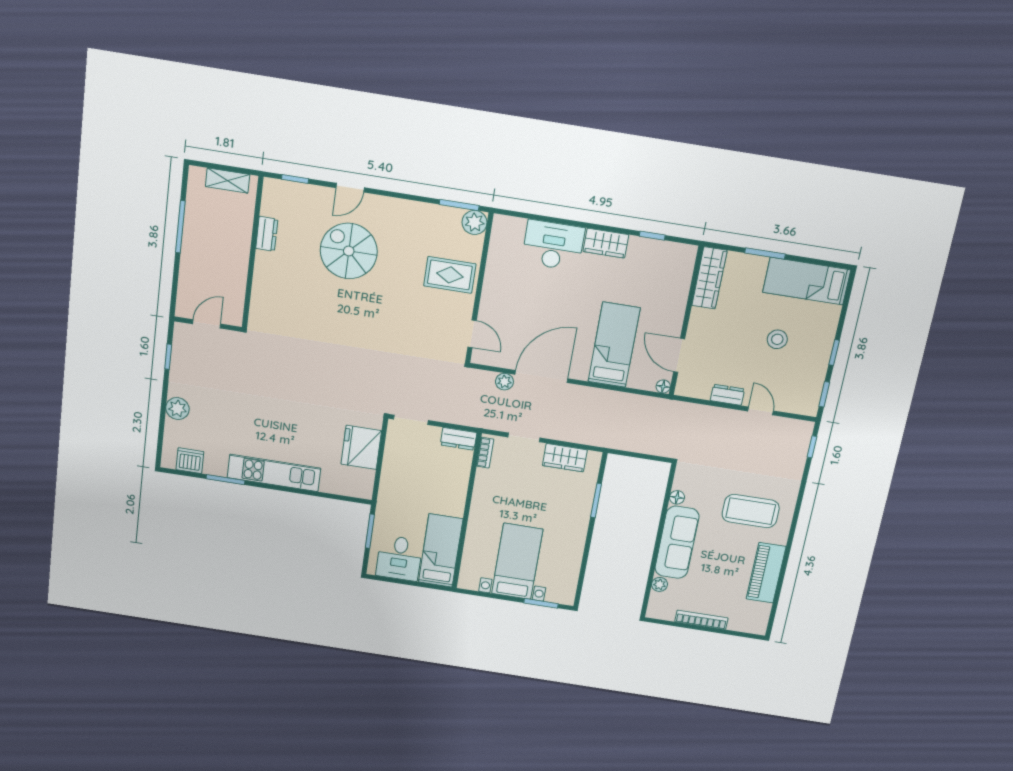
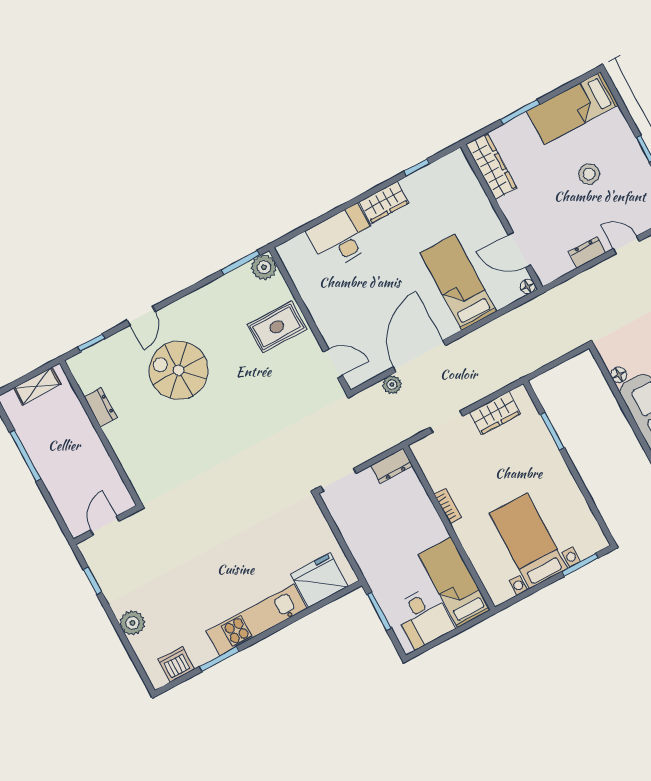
fridge: (361, 447) -> (319, 580), moved, turned 90
bookcase: (485, 453) -> (448, 506), moved

